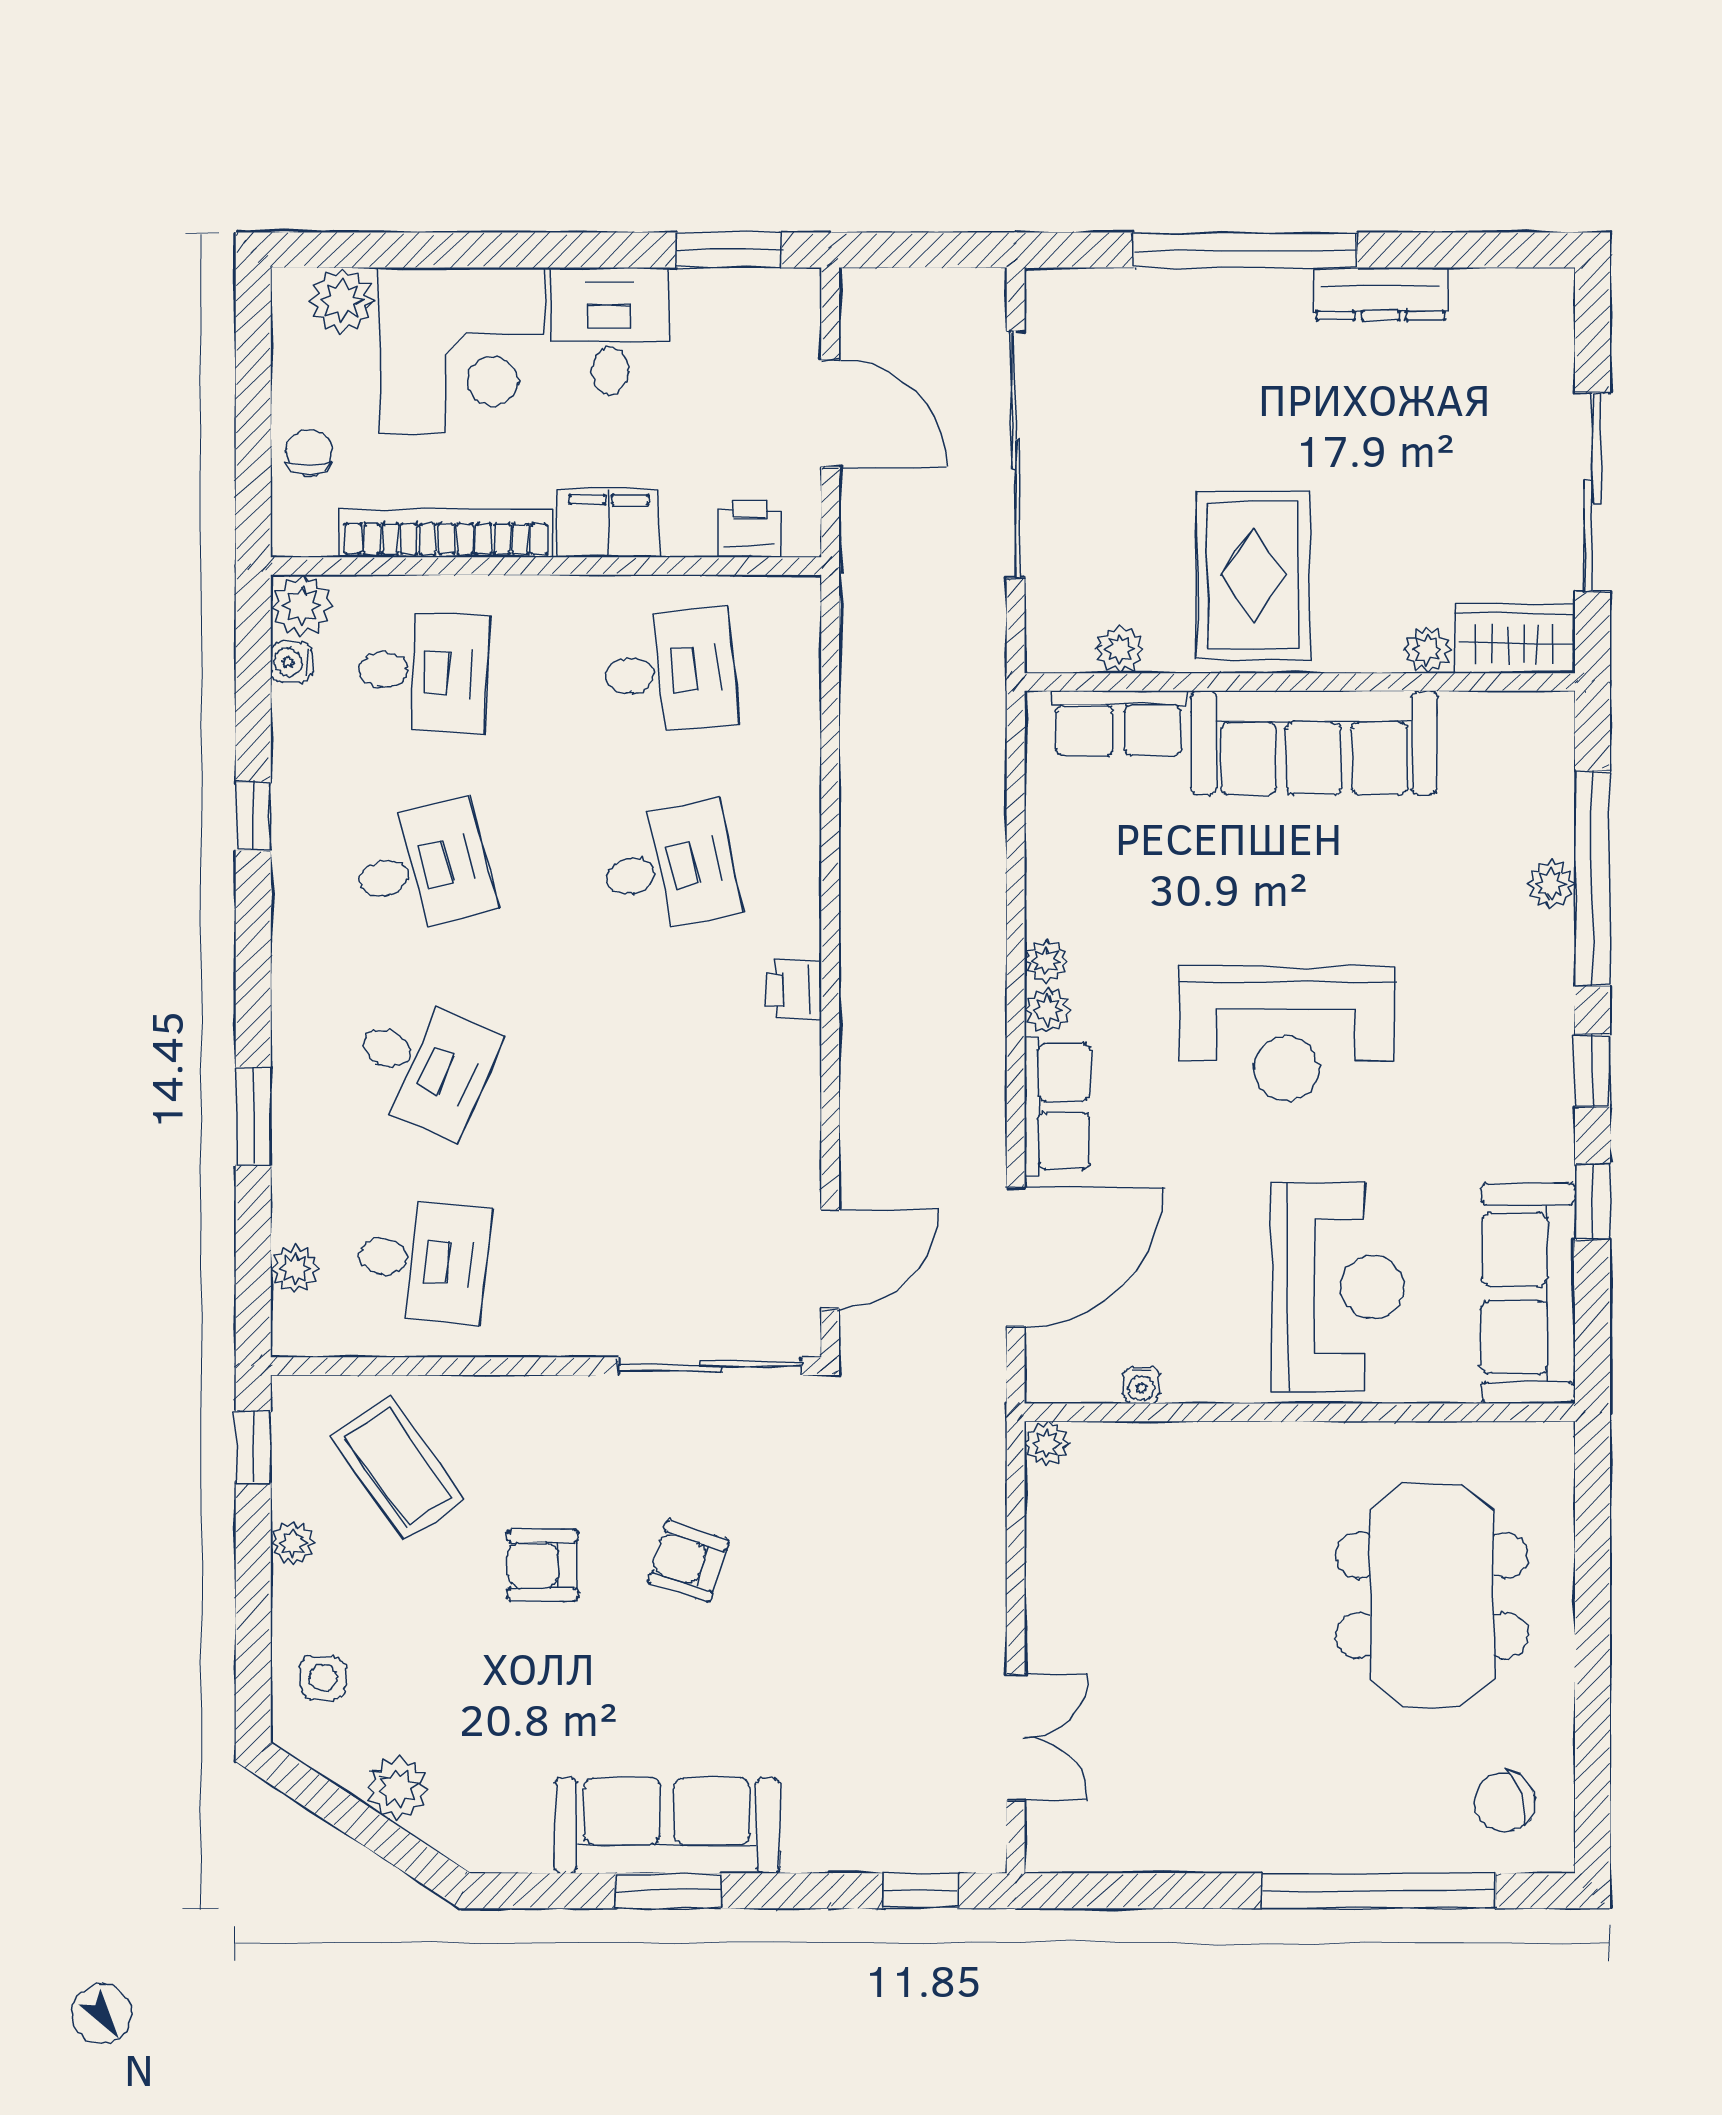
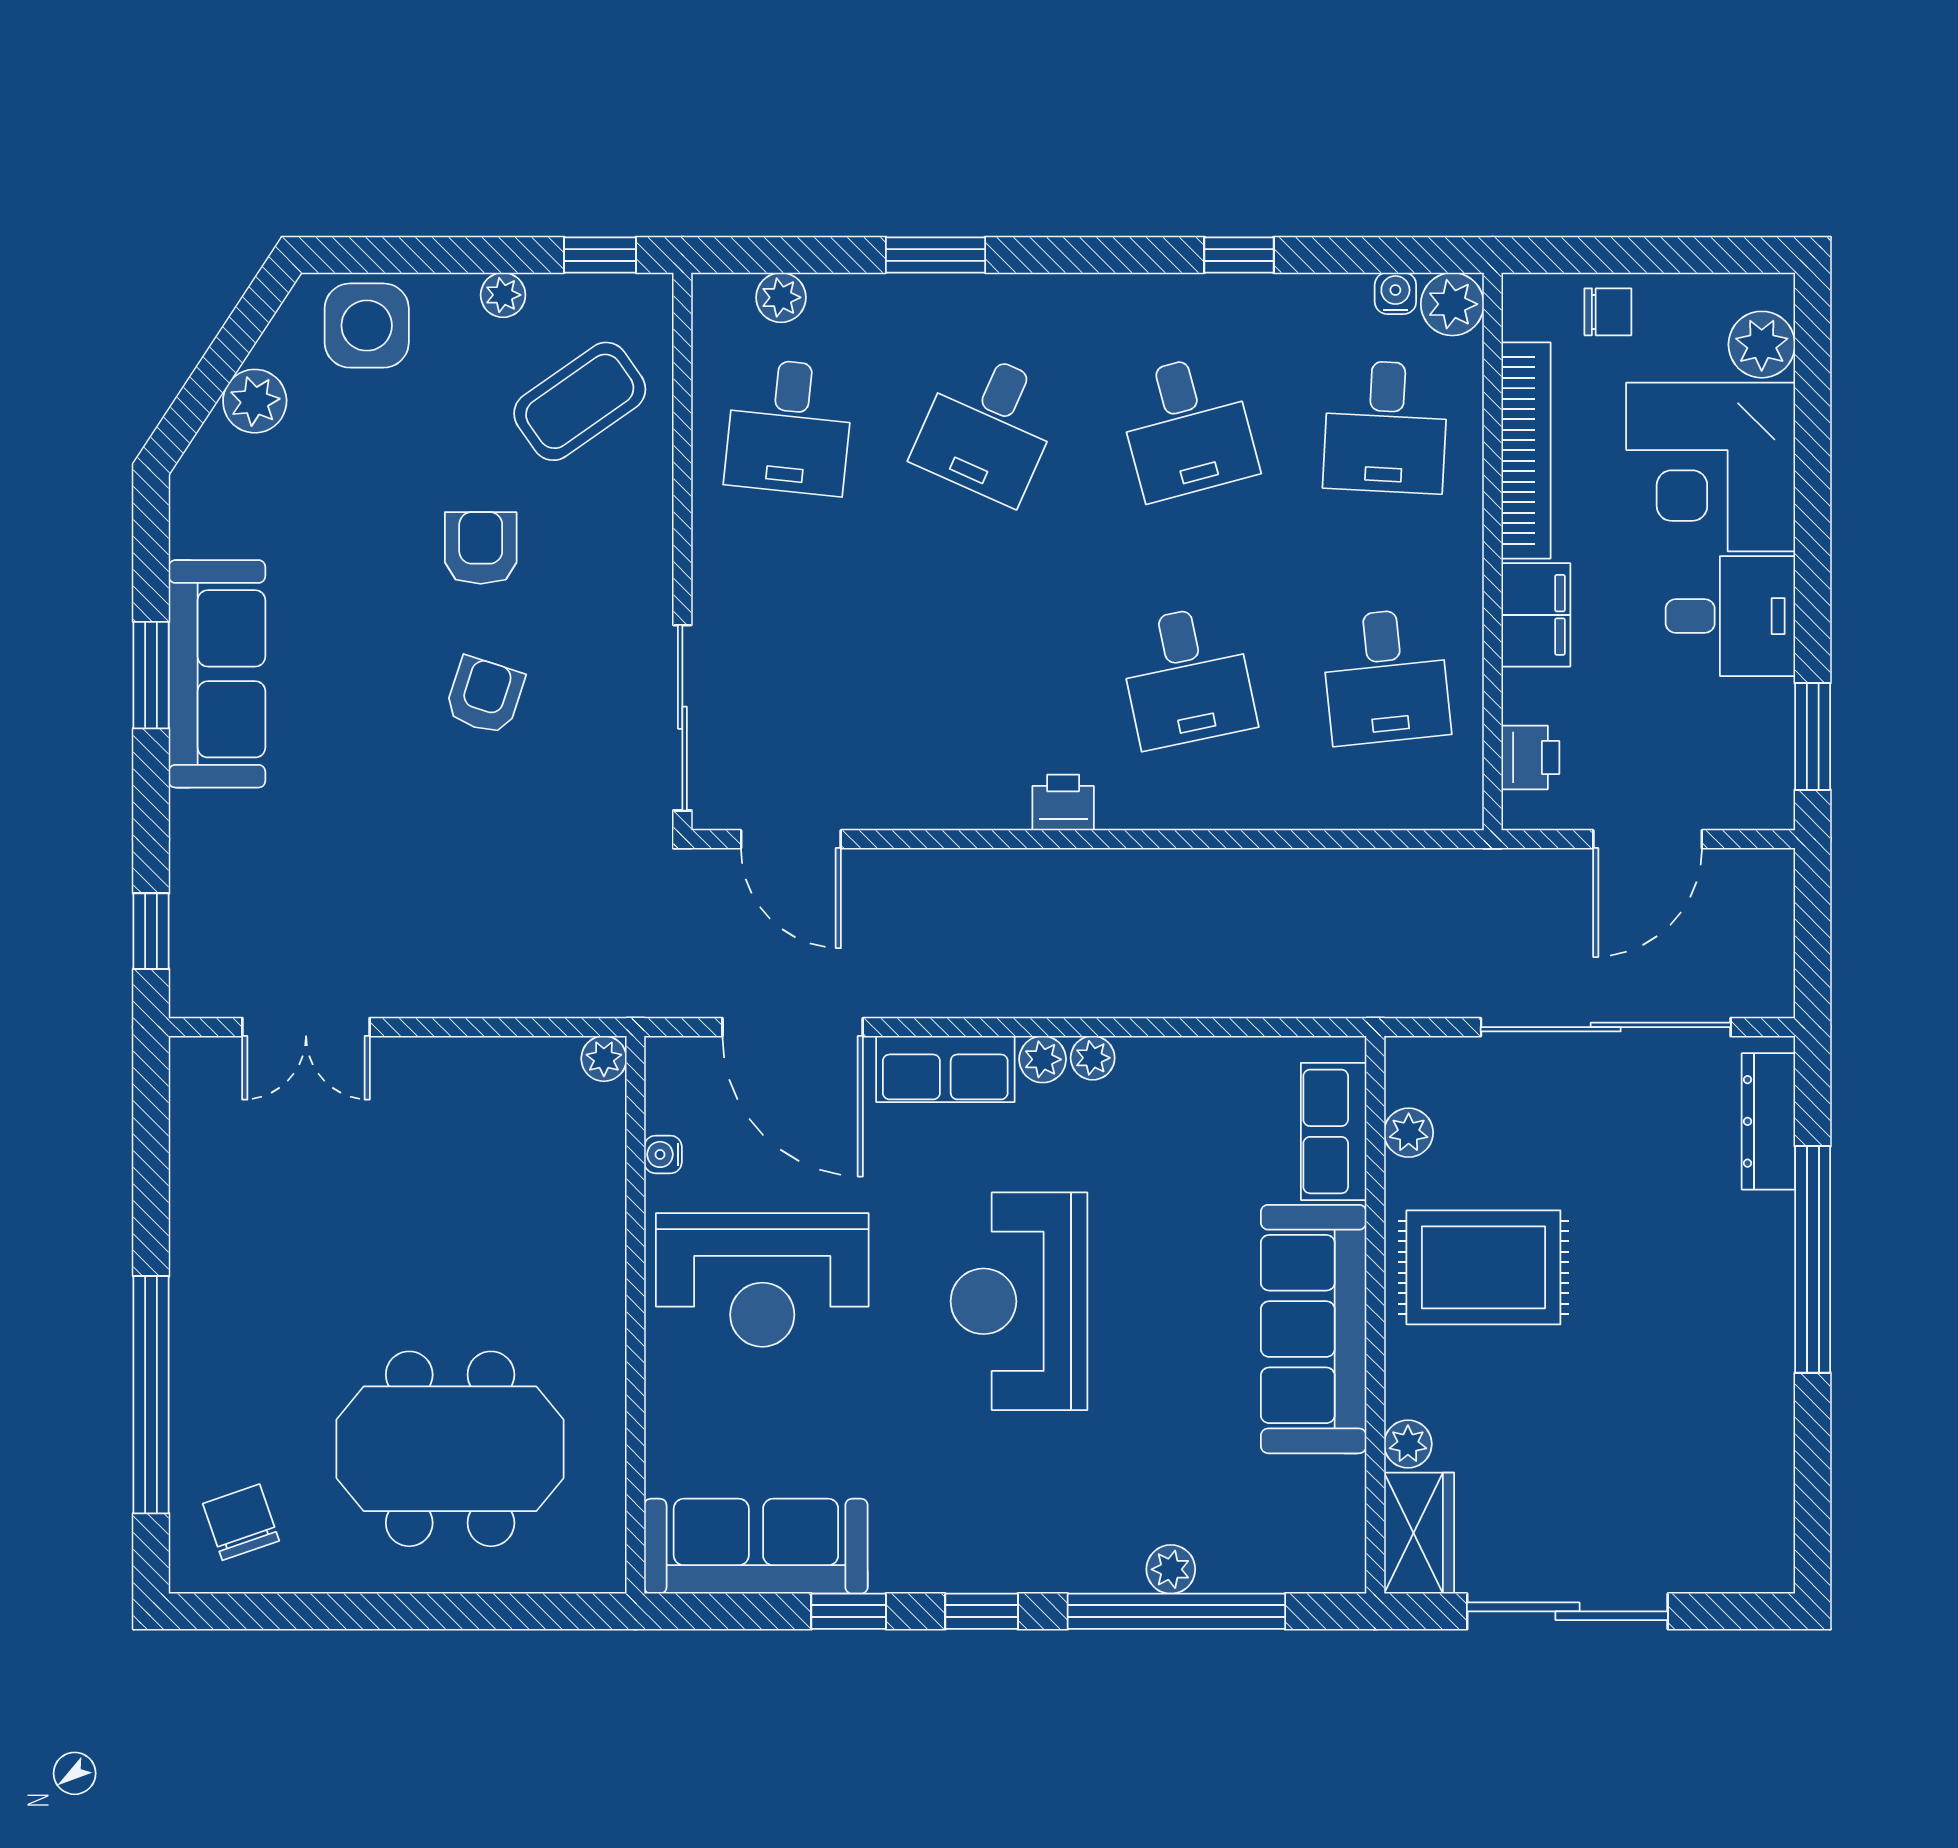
dresser: (1381, 294) -> (1768, 1121), moved
reception desk: (1338, 1287) -> (762, 1280), moved
side table: (323, 1678) -> (367, 326), width x1.87, depth x1.87

